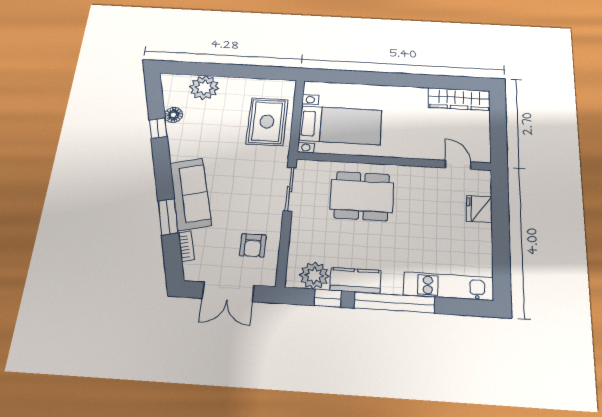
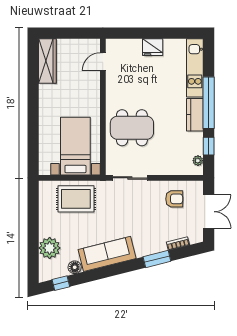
window: (158, 128) -> (61, 283), moved
sofa: (190, 194) -> (107, 254), moved
dining table: (362, 196) -> (132, 128), turned 90
fridge: (479, 209) -> (153, 47), moved
plant: (314, 276) -> (198, 161), width x0.53, depth x0.53
kitchen counter: (355, 280) -> (195, 115), moved

